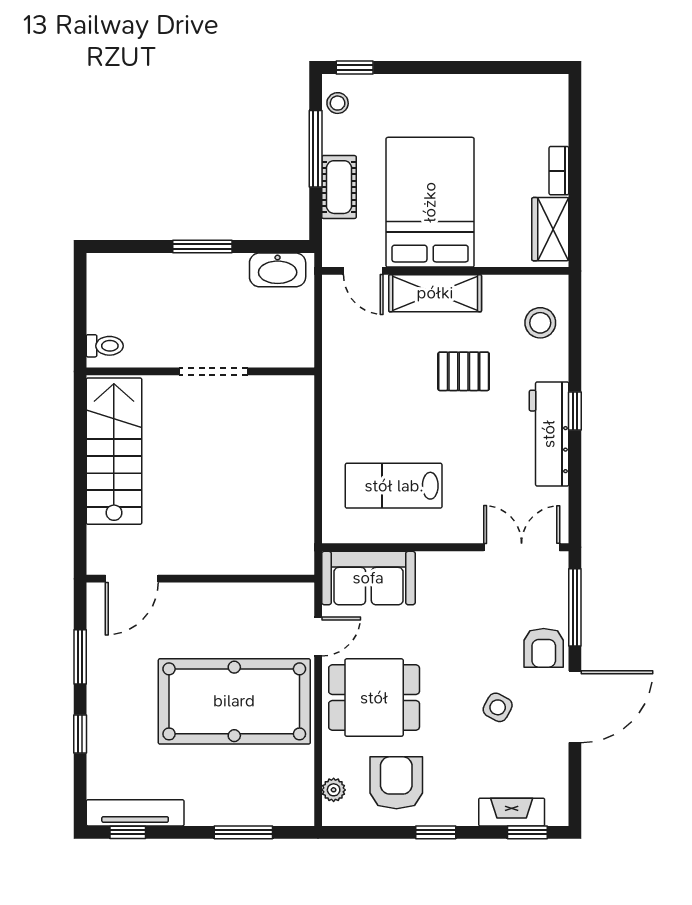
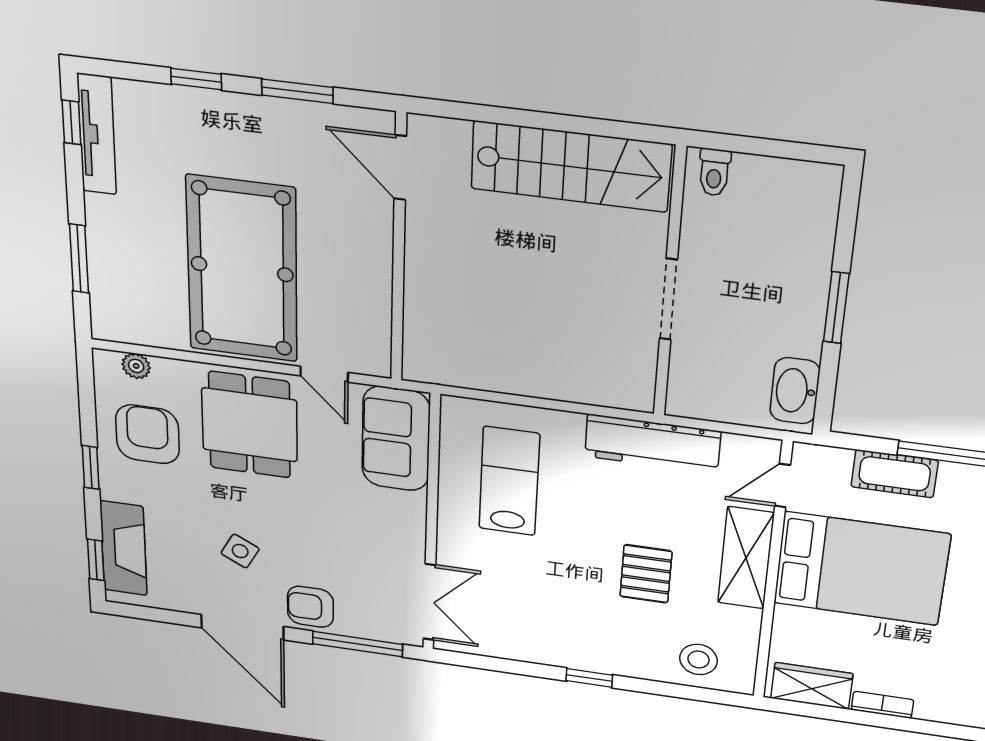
workbench: (549, 434) -> (653, 444), moved, turned 180
armchair: (396, 783) -> (147, 434), turned -90
fireplace: (512, 812) -> (124, 548), width x1.37, depth x1.32

